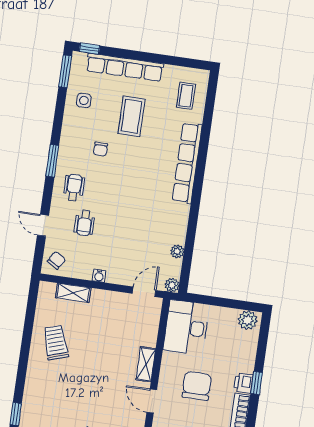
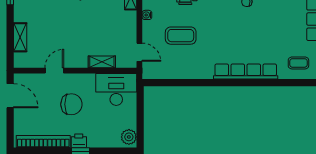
coffee table: (131, 116) -> (181, 36), moved
plant: (177, 251) -> (175, 74), removed
plant: (172, 285) -> (148, 73), removed
shelving: (146, 364) -> (102, 62), moved

